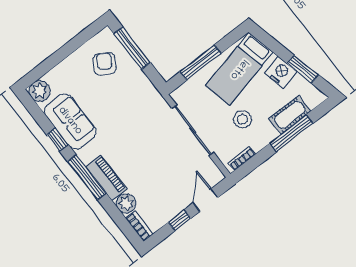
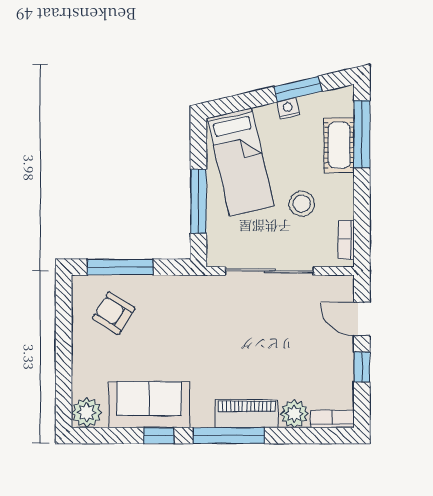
nightstand: (281, 72) -> (288, 108), width x0.53, depth x0.56
window: (291, 133) -> (362, 134), moved

